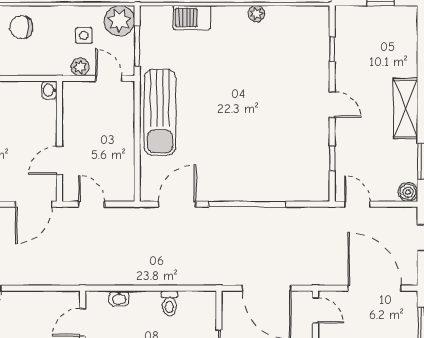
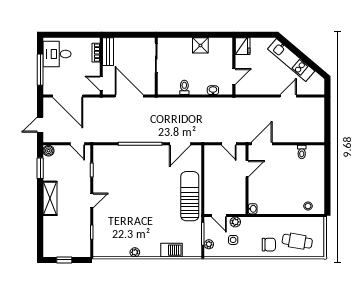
plant: (119, 21) -> (209, 244), width x0.53, depth x0.53
door: (332, 105) -> (92, 200), swing flipped

